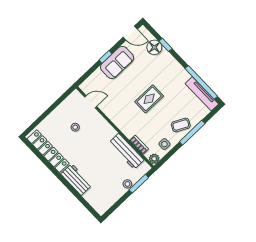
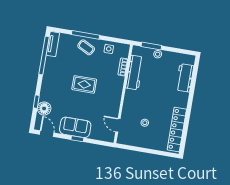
tv unit: (202, 94) -> (53, 44), width x0.71
plant: (154, 159) -> (125, 48), removed
workbench: (76, 180) -> (185, 78), moved

